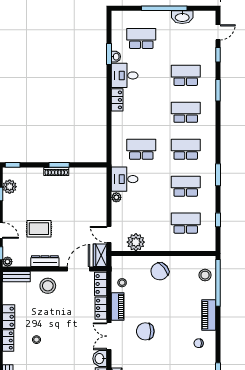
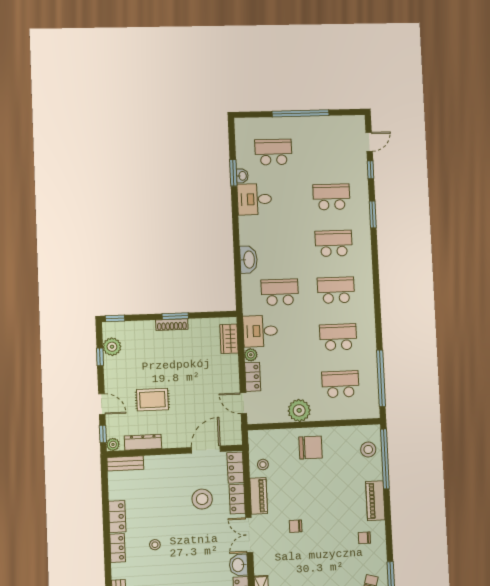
washbasin: (182, 17) -> (249, 260), moved, turned -90
locker: (117, 100) -> (253, 377), moved
window: (218, 175) -> (378, 321), removed
window: (218, 220) -> (381, 378), width x3.17
plant: (136, 242) -> (299, 410), moved
wardrobe: (100, 255) -> (229, 339), moved
dresser: (45, 261) -> (143, 442), moved
chair: (160, 271) -> (311, 447), turned -142
stool: (48, 286) -> (202, 499), moved
chair: (145, 331) -> (296, 526), width x0.54, depth x0.54

